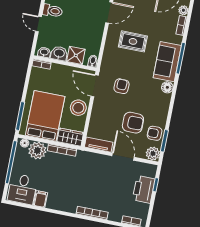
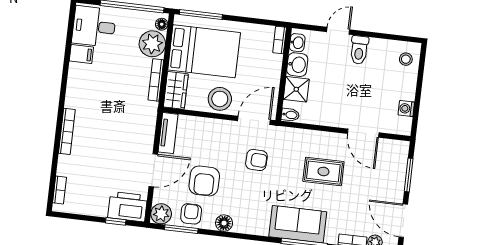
rug: (133, 41) -> (323, 171), turned 90
floor lamp: (167, 87) -> (224, 223), moved
printer: (144, 189) -> (128, 207), moved

